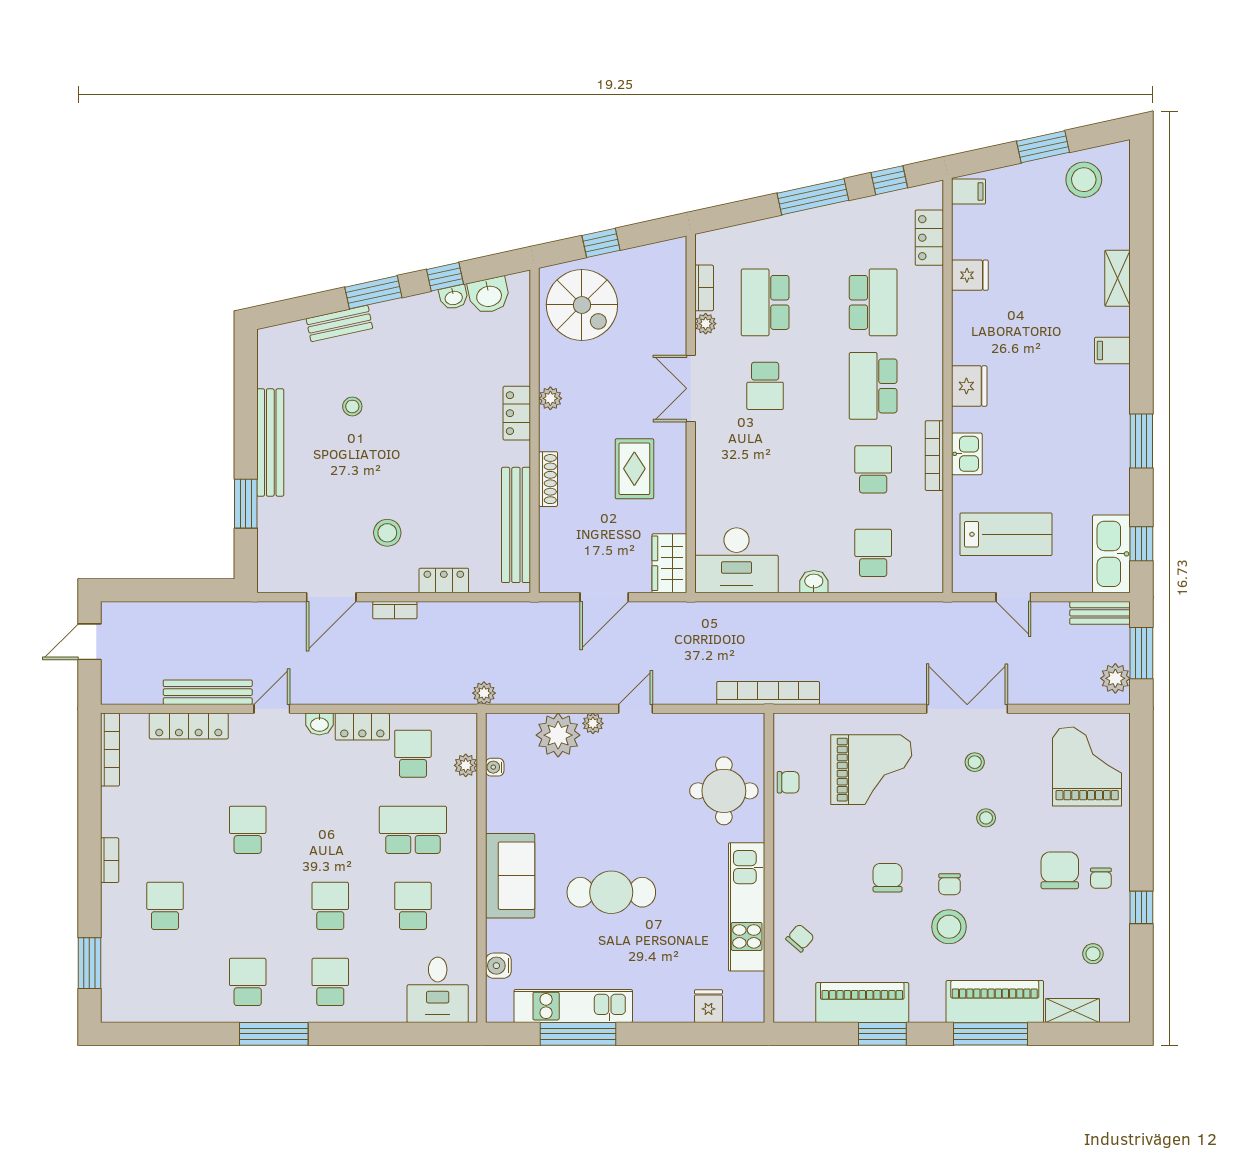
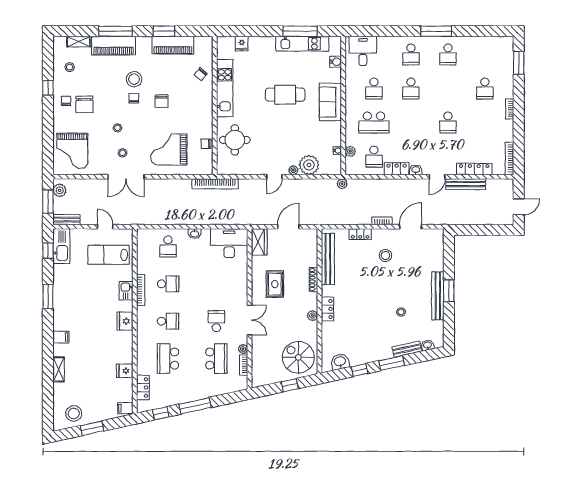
washbasin: (454, 297) -> (428, 345), moved
school desk: (873, 386) -> (168, 321), width x0.54
school desk: (873, 469) -> (168, 284), turned -90
window: (246, 504) -> (449, 291), moved

